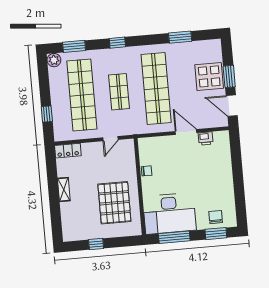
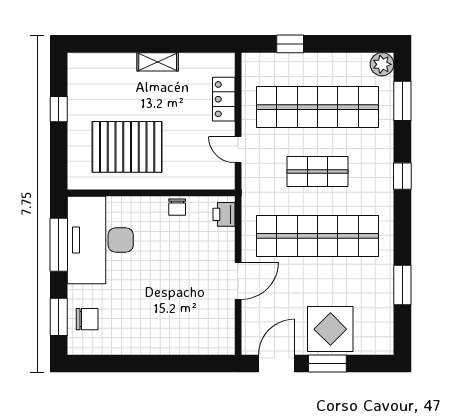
printer: (206, 138) -> (224, 214), moved
locker: (68, 151) -> (224, 99), moved

